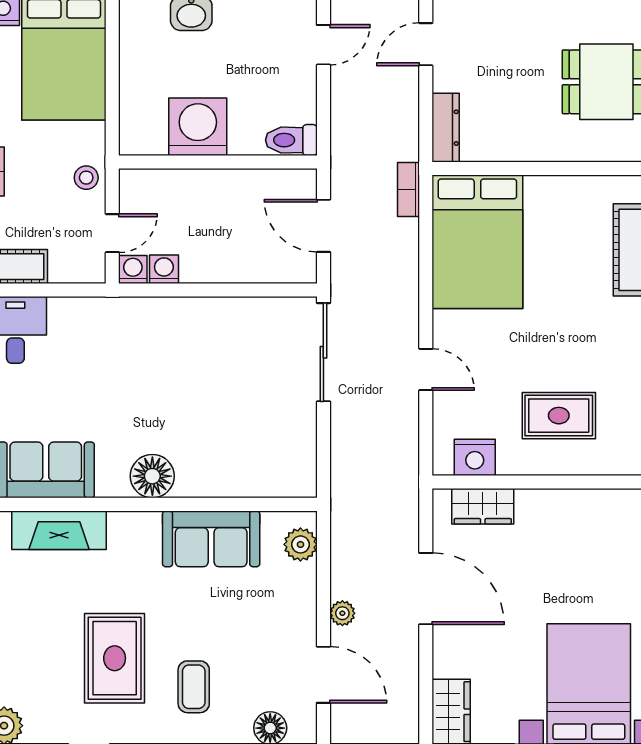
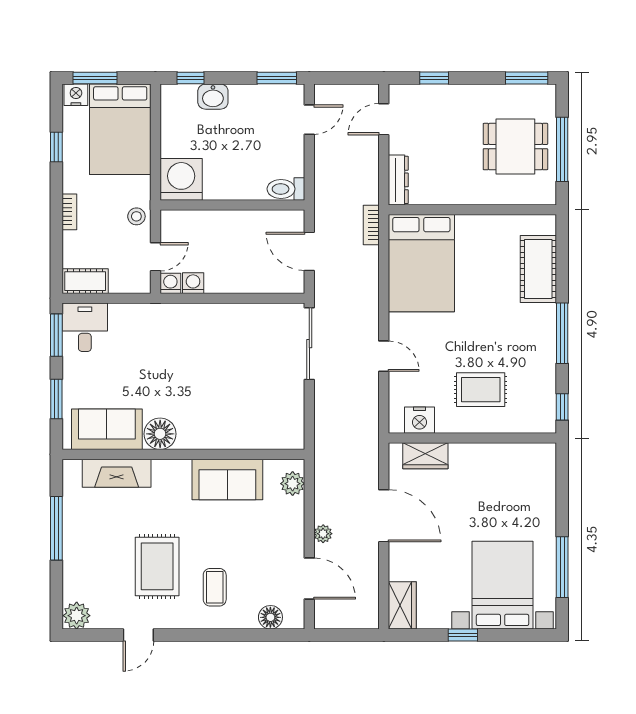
washing machine: (198, 127) -> (181, 179), moved
floor lamp: (152, 476) -> (160, 434), moved

